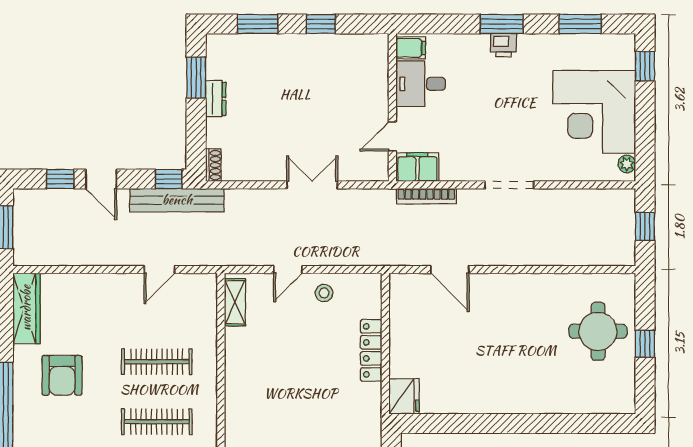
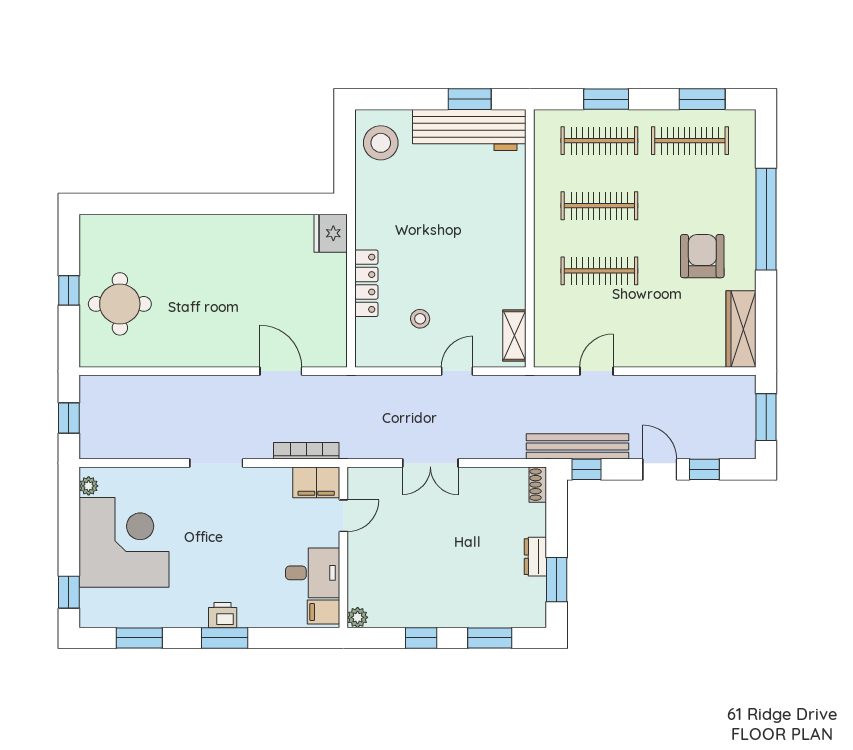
plant: (379, 43) -> (358, 617), added
stool: (324, 293) -> (420, 319), moved

